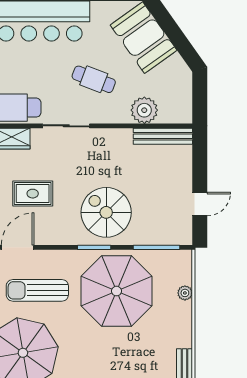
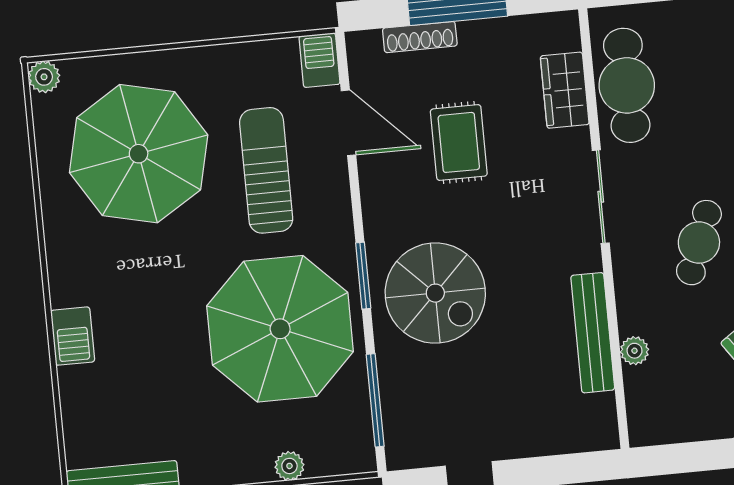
plant: (144, 110) -> (634, 351), width x0.53, depth x0.53
bench: (163, 136) -> (593, 333), moved
spiral stairs: (106, 212) -> (435, 293), turned 90

